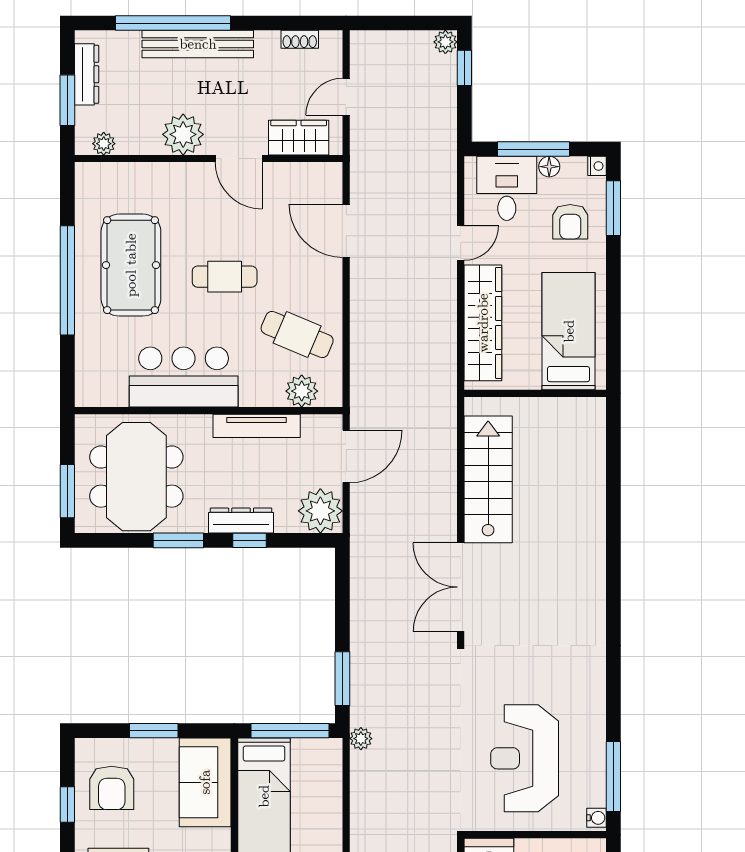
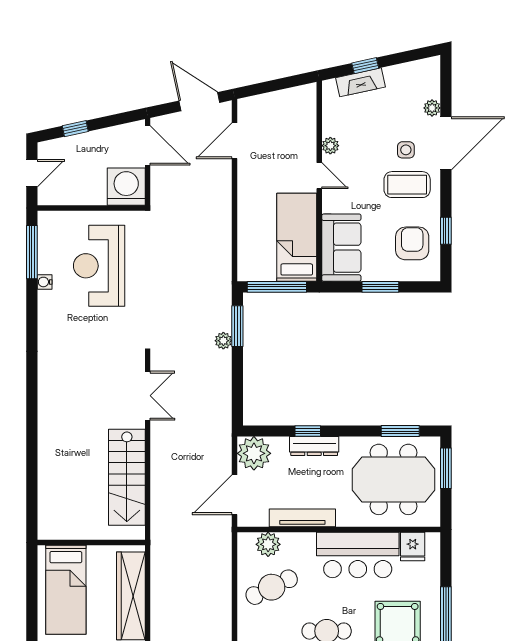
cafe table: (297, 334) -> (272, 587), turned -49
fridge: (111, 388) -> (413, 546), added
meeting table: (136, 477) -> (394, 479), turned 90
window: (178, 540) -> (400, 431), moved
double door: (461, 587) -> (148, 396), width x0.73
plant: (361, 739) -> (223, 341), moved
reception desk: (525, 758) -> (99, 266), turned 180
water cooler: (597, 818) -> (45, 282), moved

